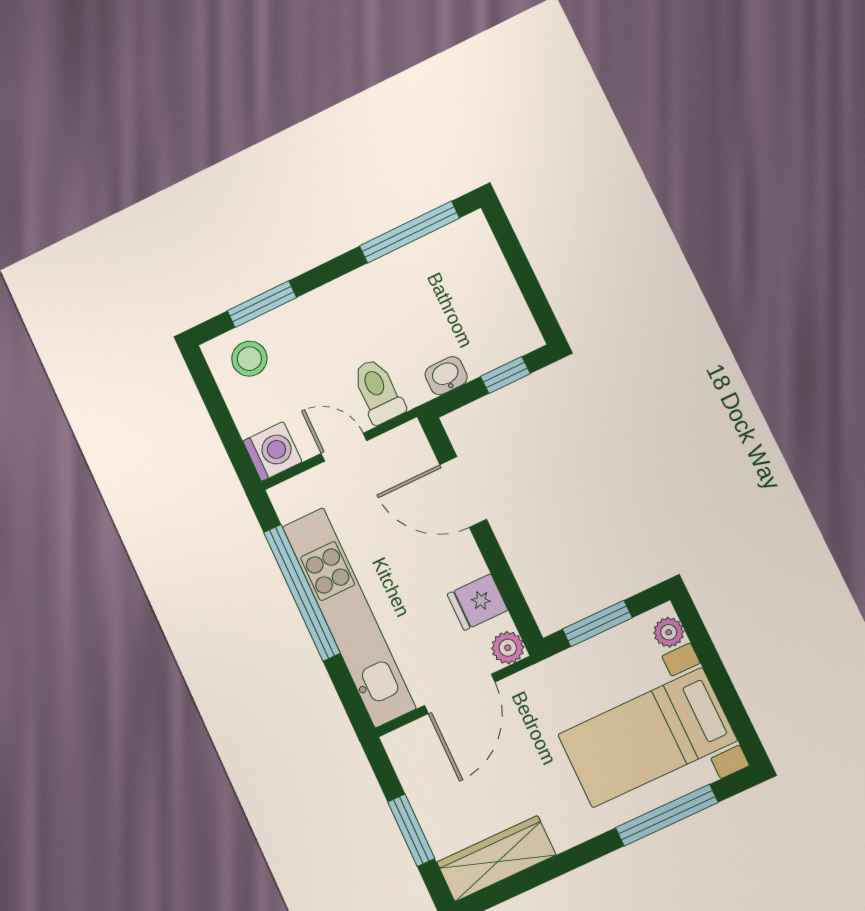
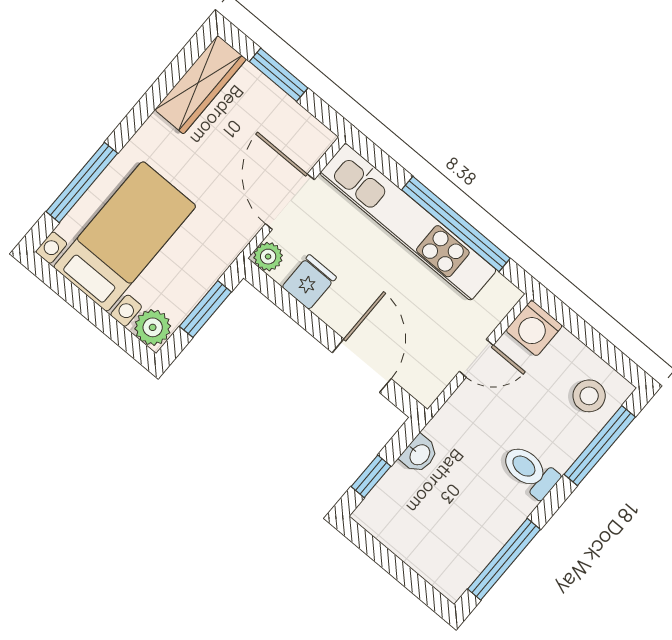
window: (262, 304) -> (600, 446), width x1.44
toilet: (378, 391) -> (530, 471), moved, turned 180
door: (463, 492) -> (362, 366), hinge flipped
plant: (669, 632) -> (153, 327), width x1.38, depth x1.38

